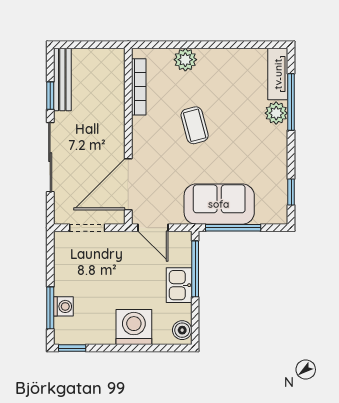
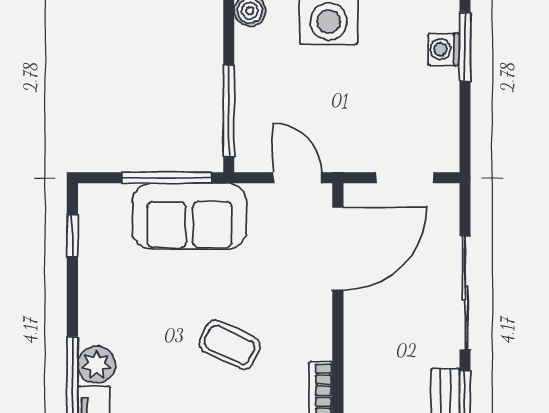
coffee table: (195, 125) -> (230, 345), turned -50
kitchen sink: (179, 285) -> (255, 84), removed

